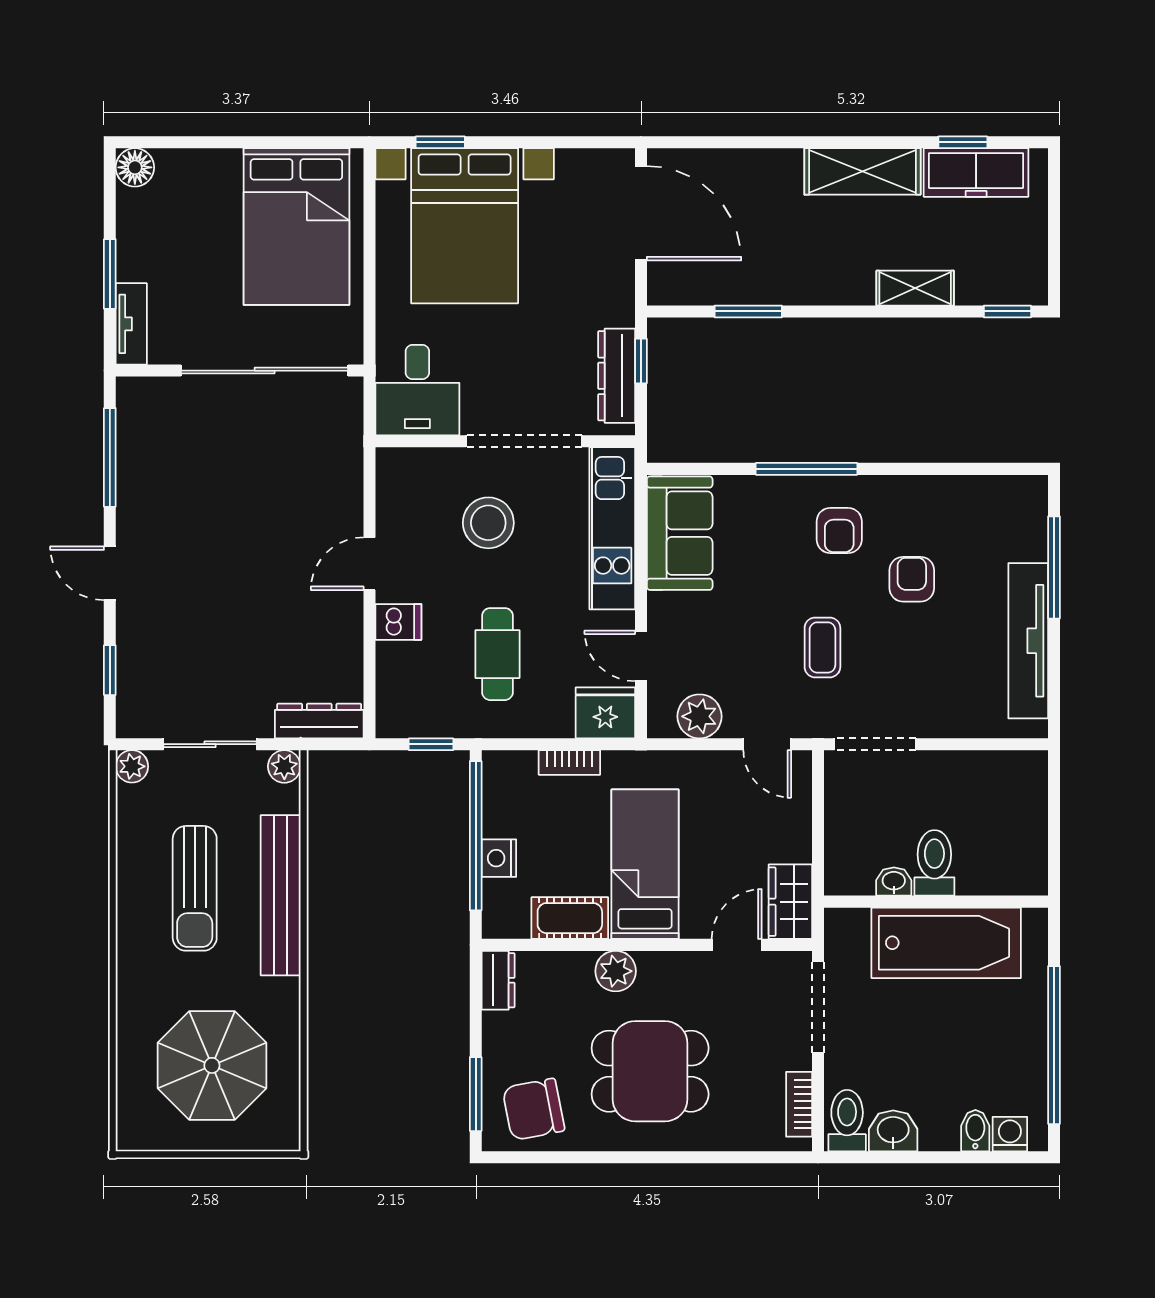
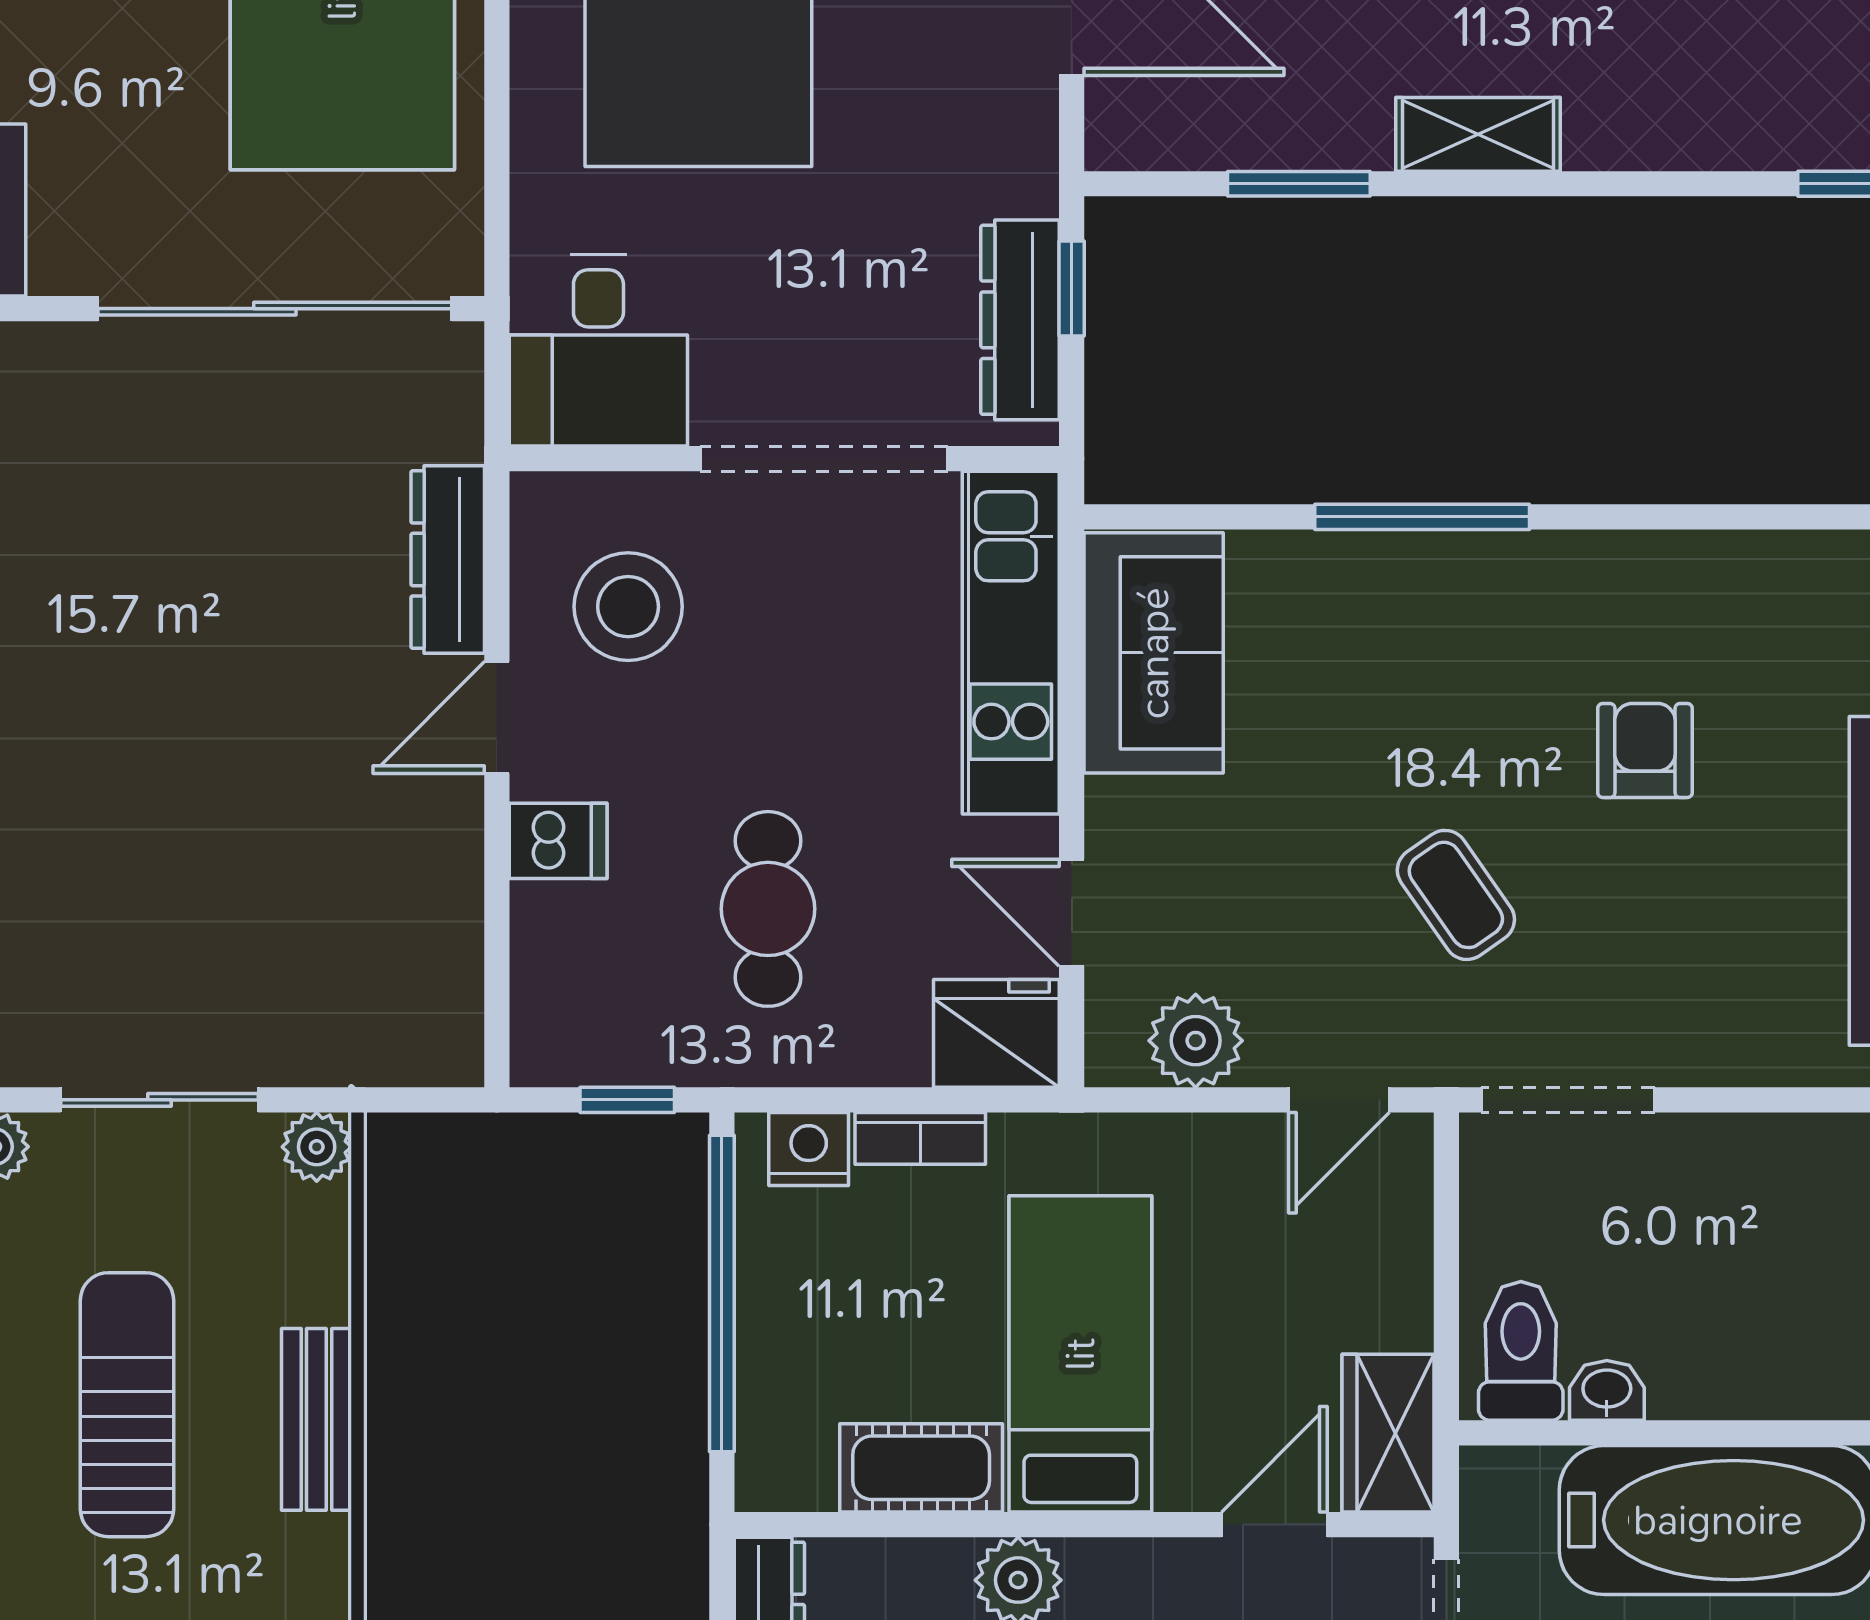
shelving: (915, 288) -> (1478, 134), moved
stool: (488, 523) -> (628, 607), moved
armchair: (839, 530) -> (1491, 647), removed
coffee table: (822, 647) -> (1456, 895), turned -35
dresser: (319, 721) -> (448, 560), moved, turned -90
door: (767, 744) -> (1339, 1100), hinge flipped
nightstand: (499, 858) -> (809, 1149), moved, turned 90
toilet: (934, 863) -> (1521, 1351), moved
sun lounger: (195, 888) -> (127, 1405), turned 180
bench: (281, 895) -> (316, 1419), width x0.54, depth x0.82

